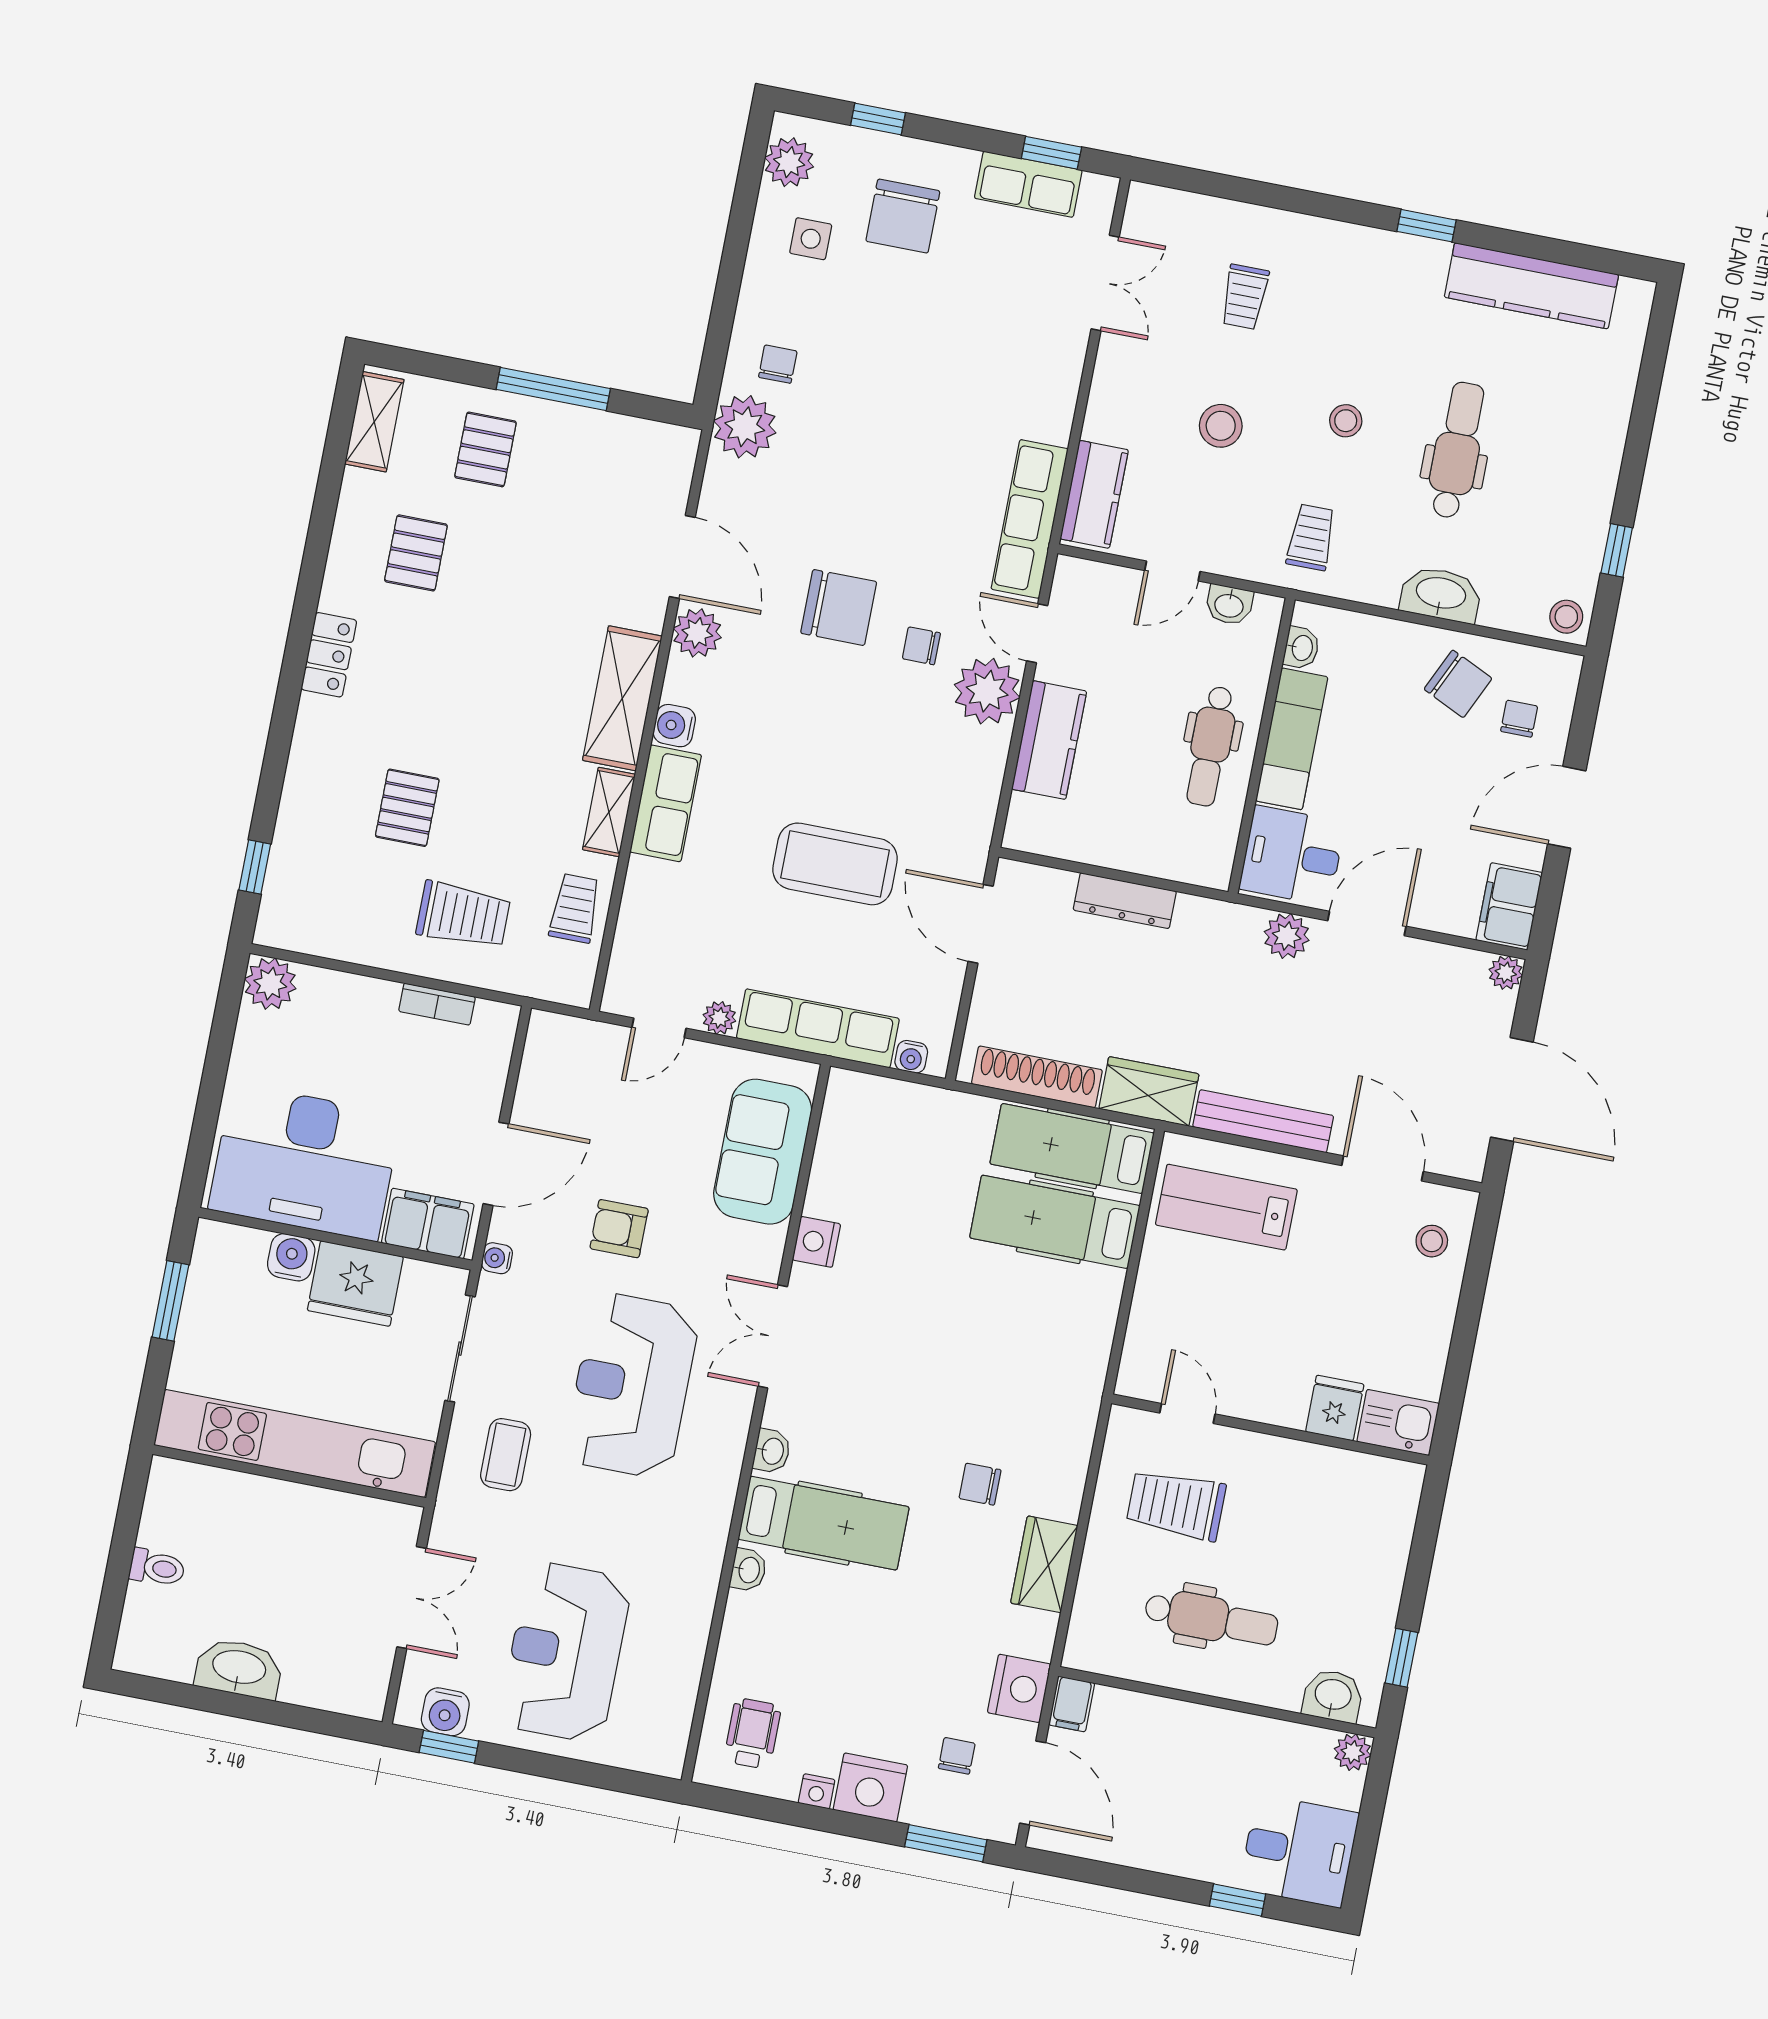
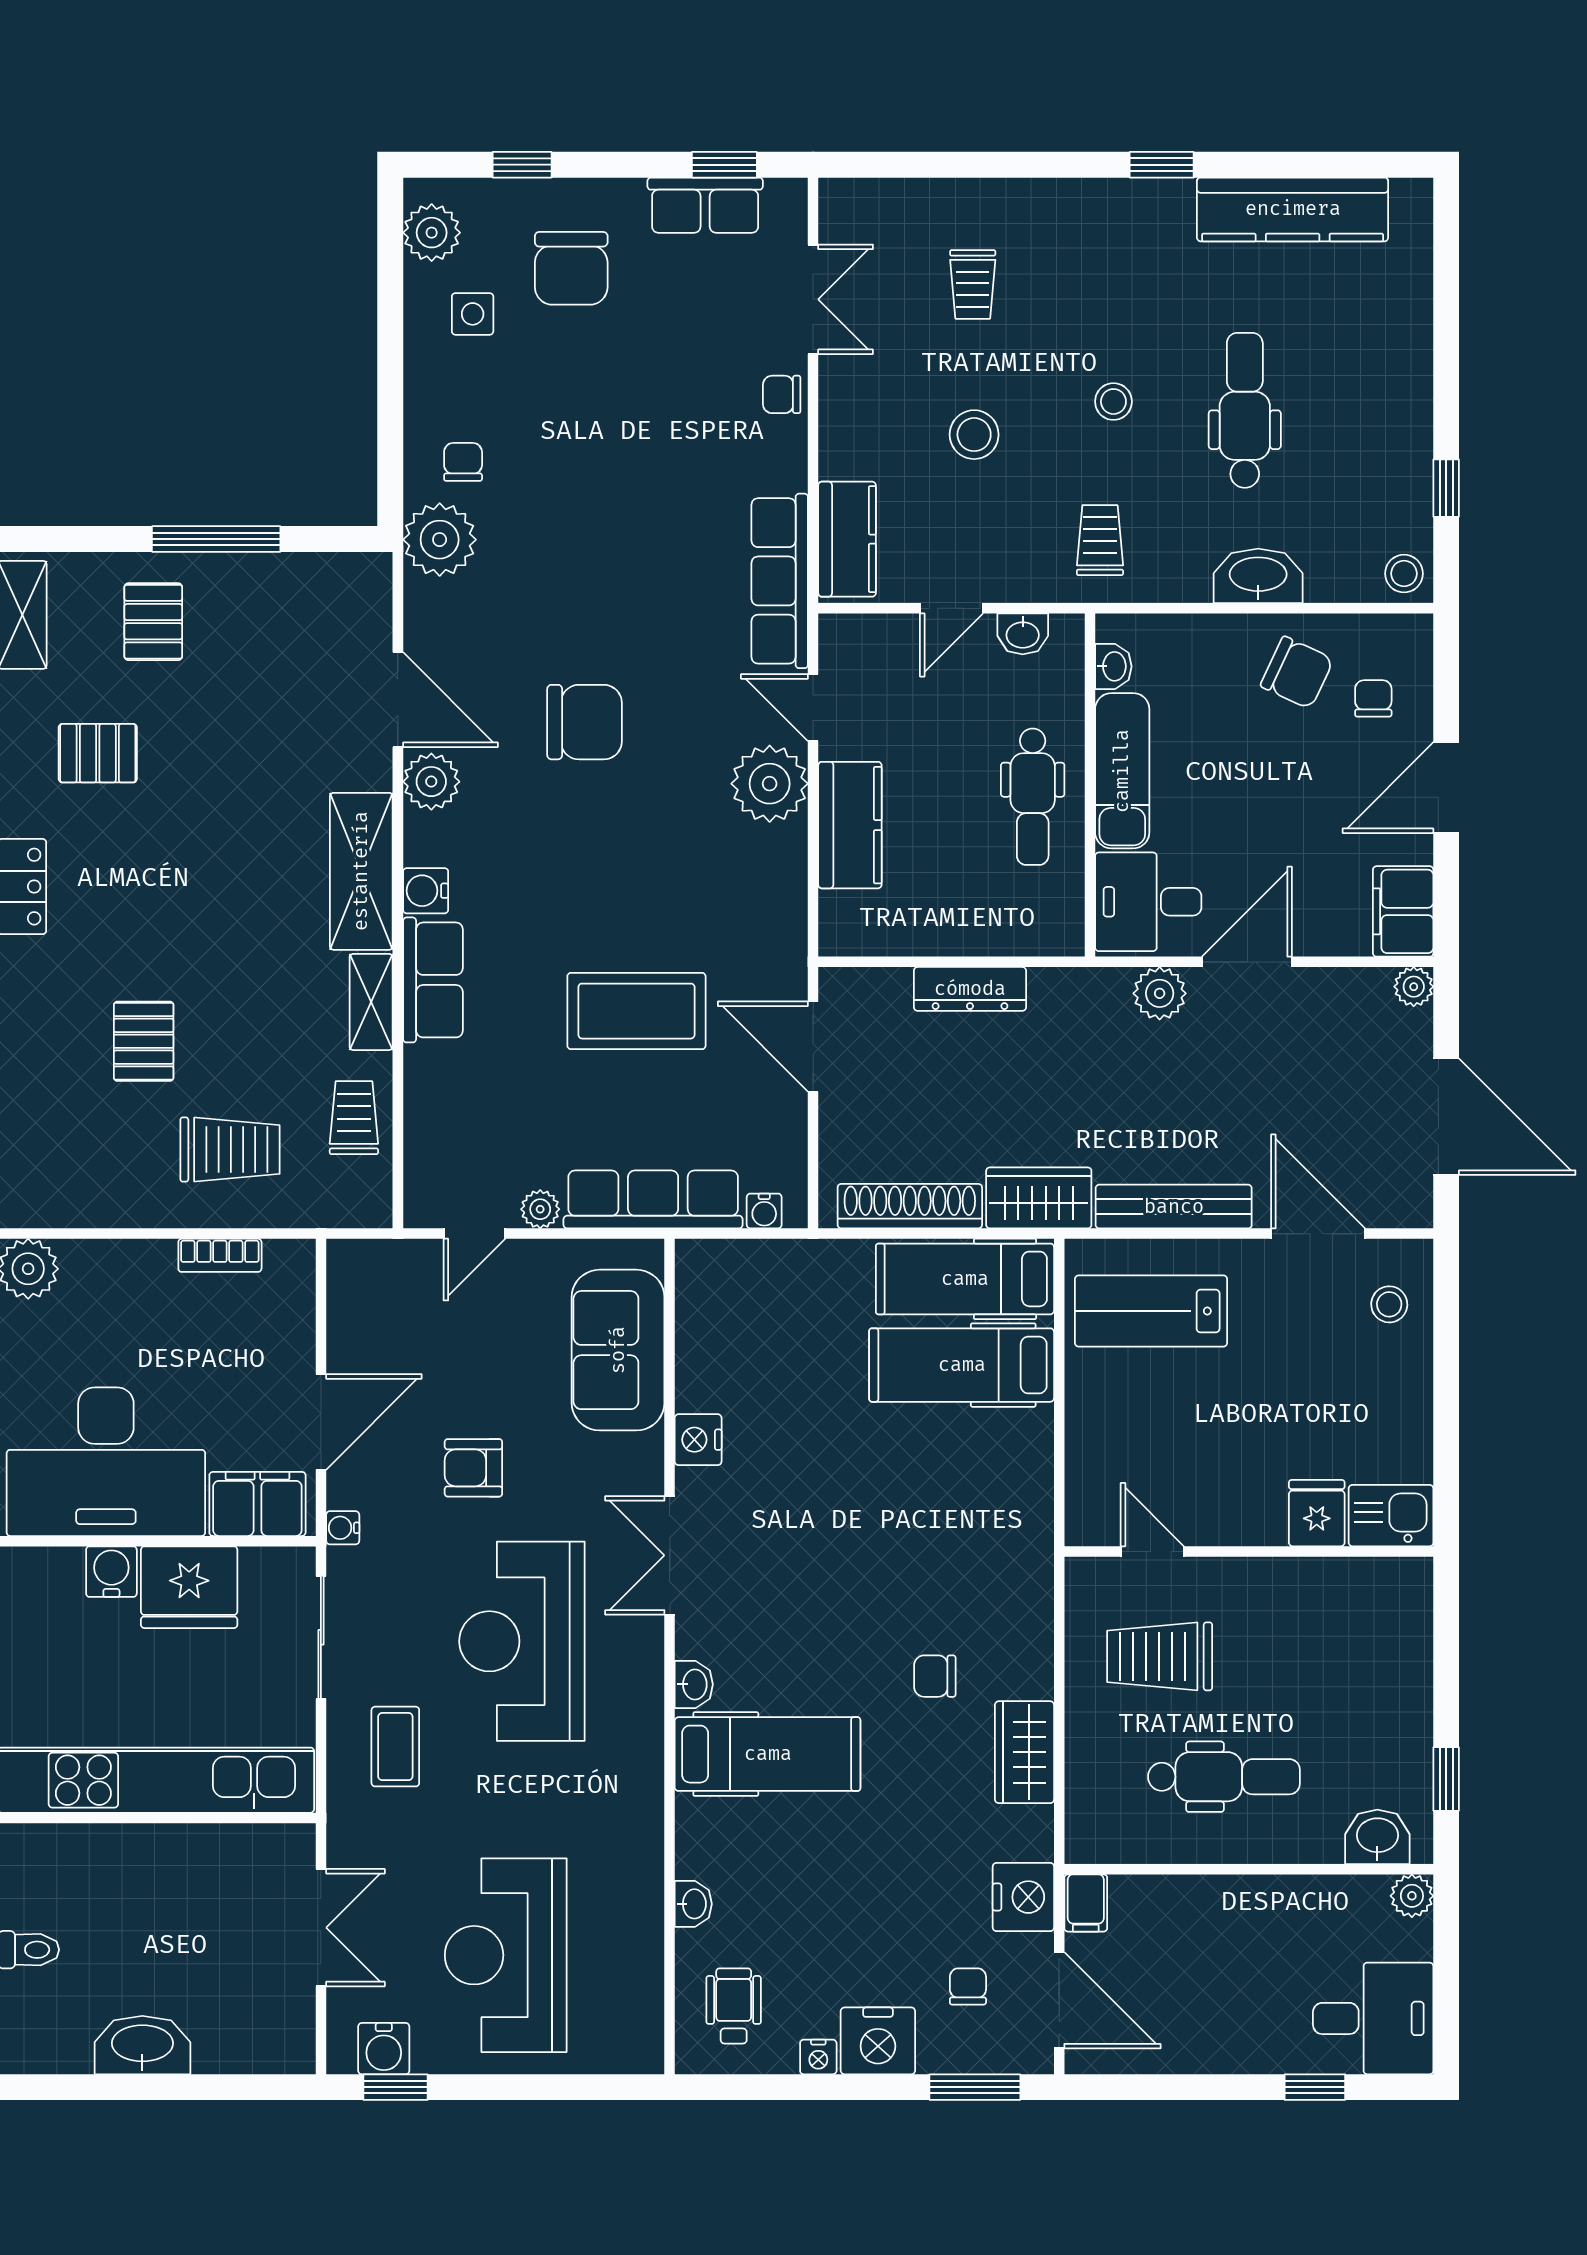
pallet: (416, 553) -> (98, 753), turned 90
chair: (921, 646) -> (782, 394), moved
washbasin: (748, 1570) -> (693, 1904), moved

